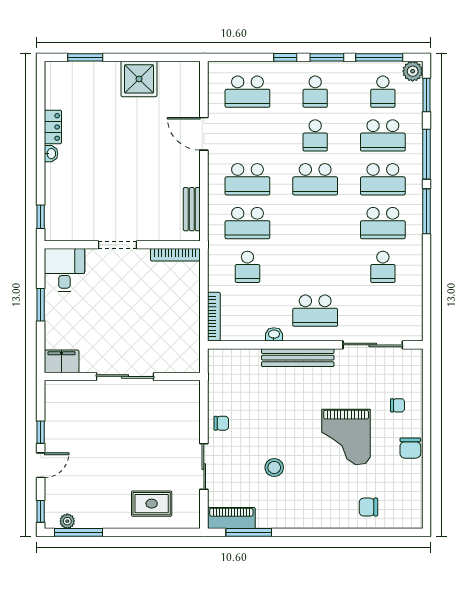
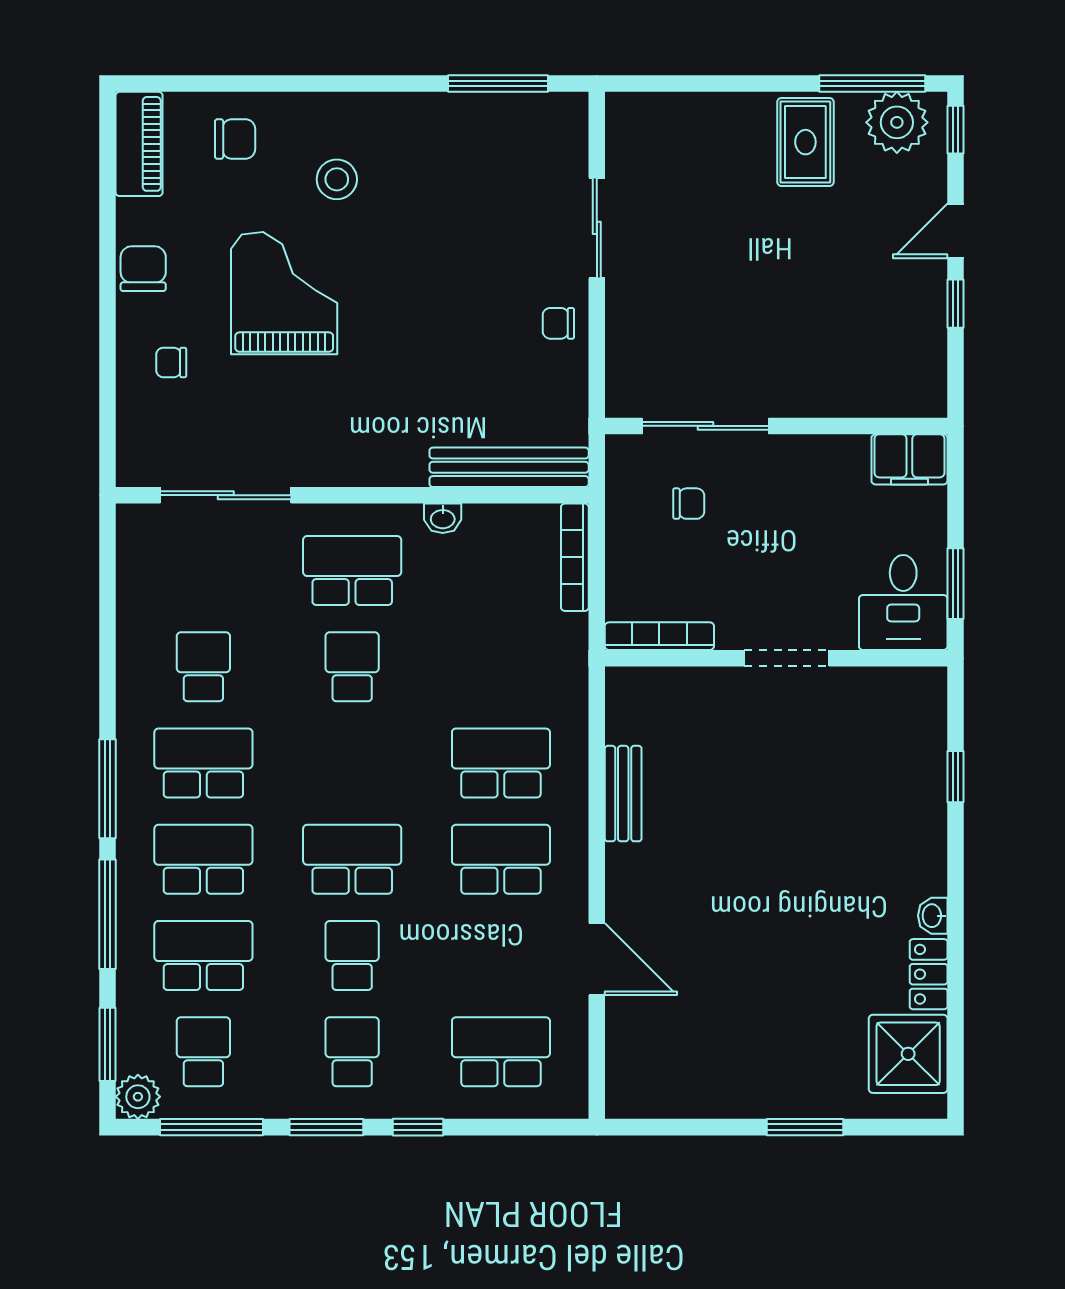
window: (85, 57) -> (805, 1127), moved
shower: (139, 79) -> (908, 1054), moved
doorway: (117, 245) -> (787, 658), moved
wall: (122, 245) -> (776, 658), moved
bookcase: (175, 255) -> (659, 636), moved
school desk: (247, 267) -> (352, 667), moved
desk: (64, 270) -> (903, 602), moved
chair: (162, 341) -> (689, 504), added
bench: (298, 358) -> (509, 467), moved
sliding door: (125, 376) -> (705, 426), moved
stool: (274, 467) -> (337, 179), moved
rug: (152, 504) -> (805, 142), moved, turned 90
piano: (231, 518) -> (139, 144), moved, turned -90
plant: (67, 521) -> (897, 122), width x1.88, depth x1.88

